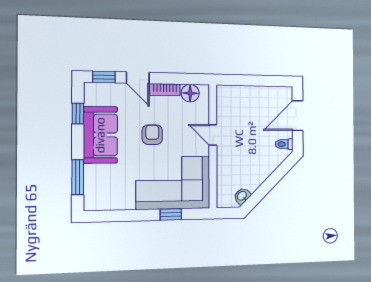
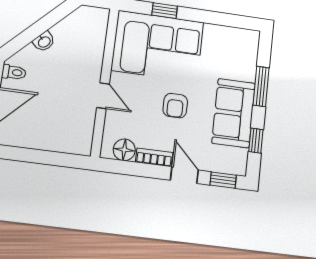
window: (78, 177) -> (261, 86), moved
washbasin: (242, 196) -> (44, 42), moved

